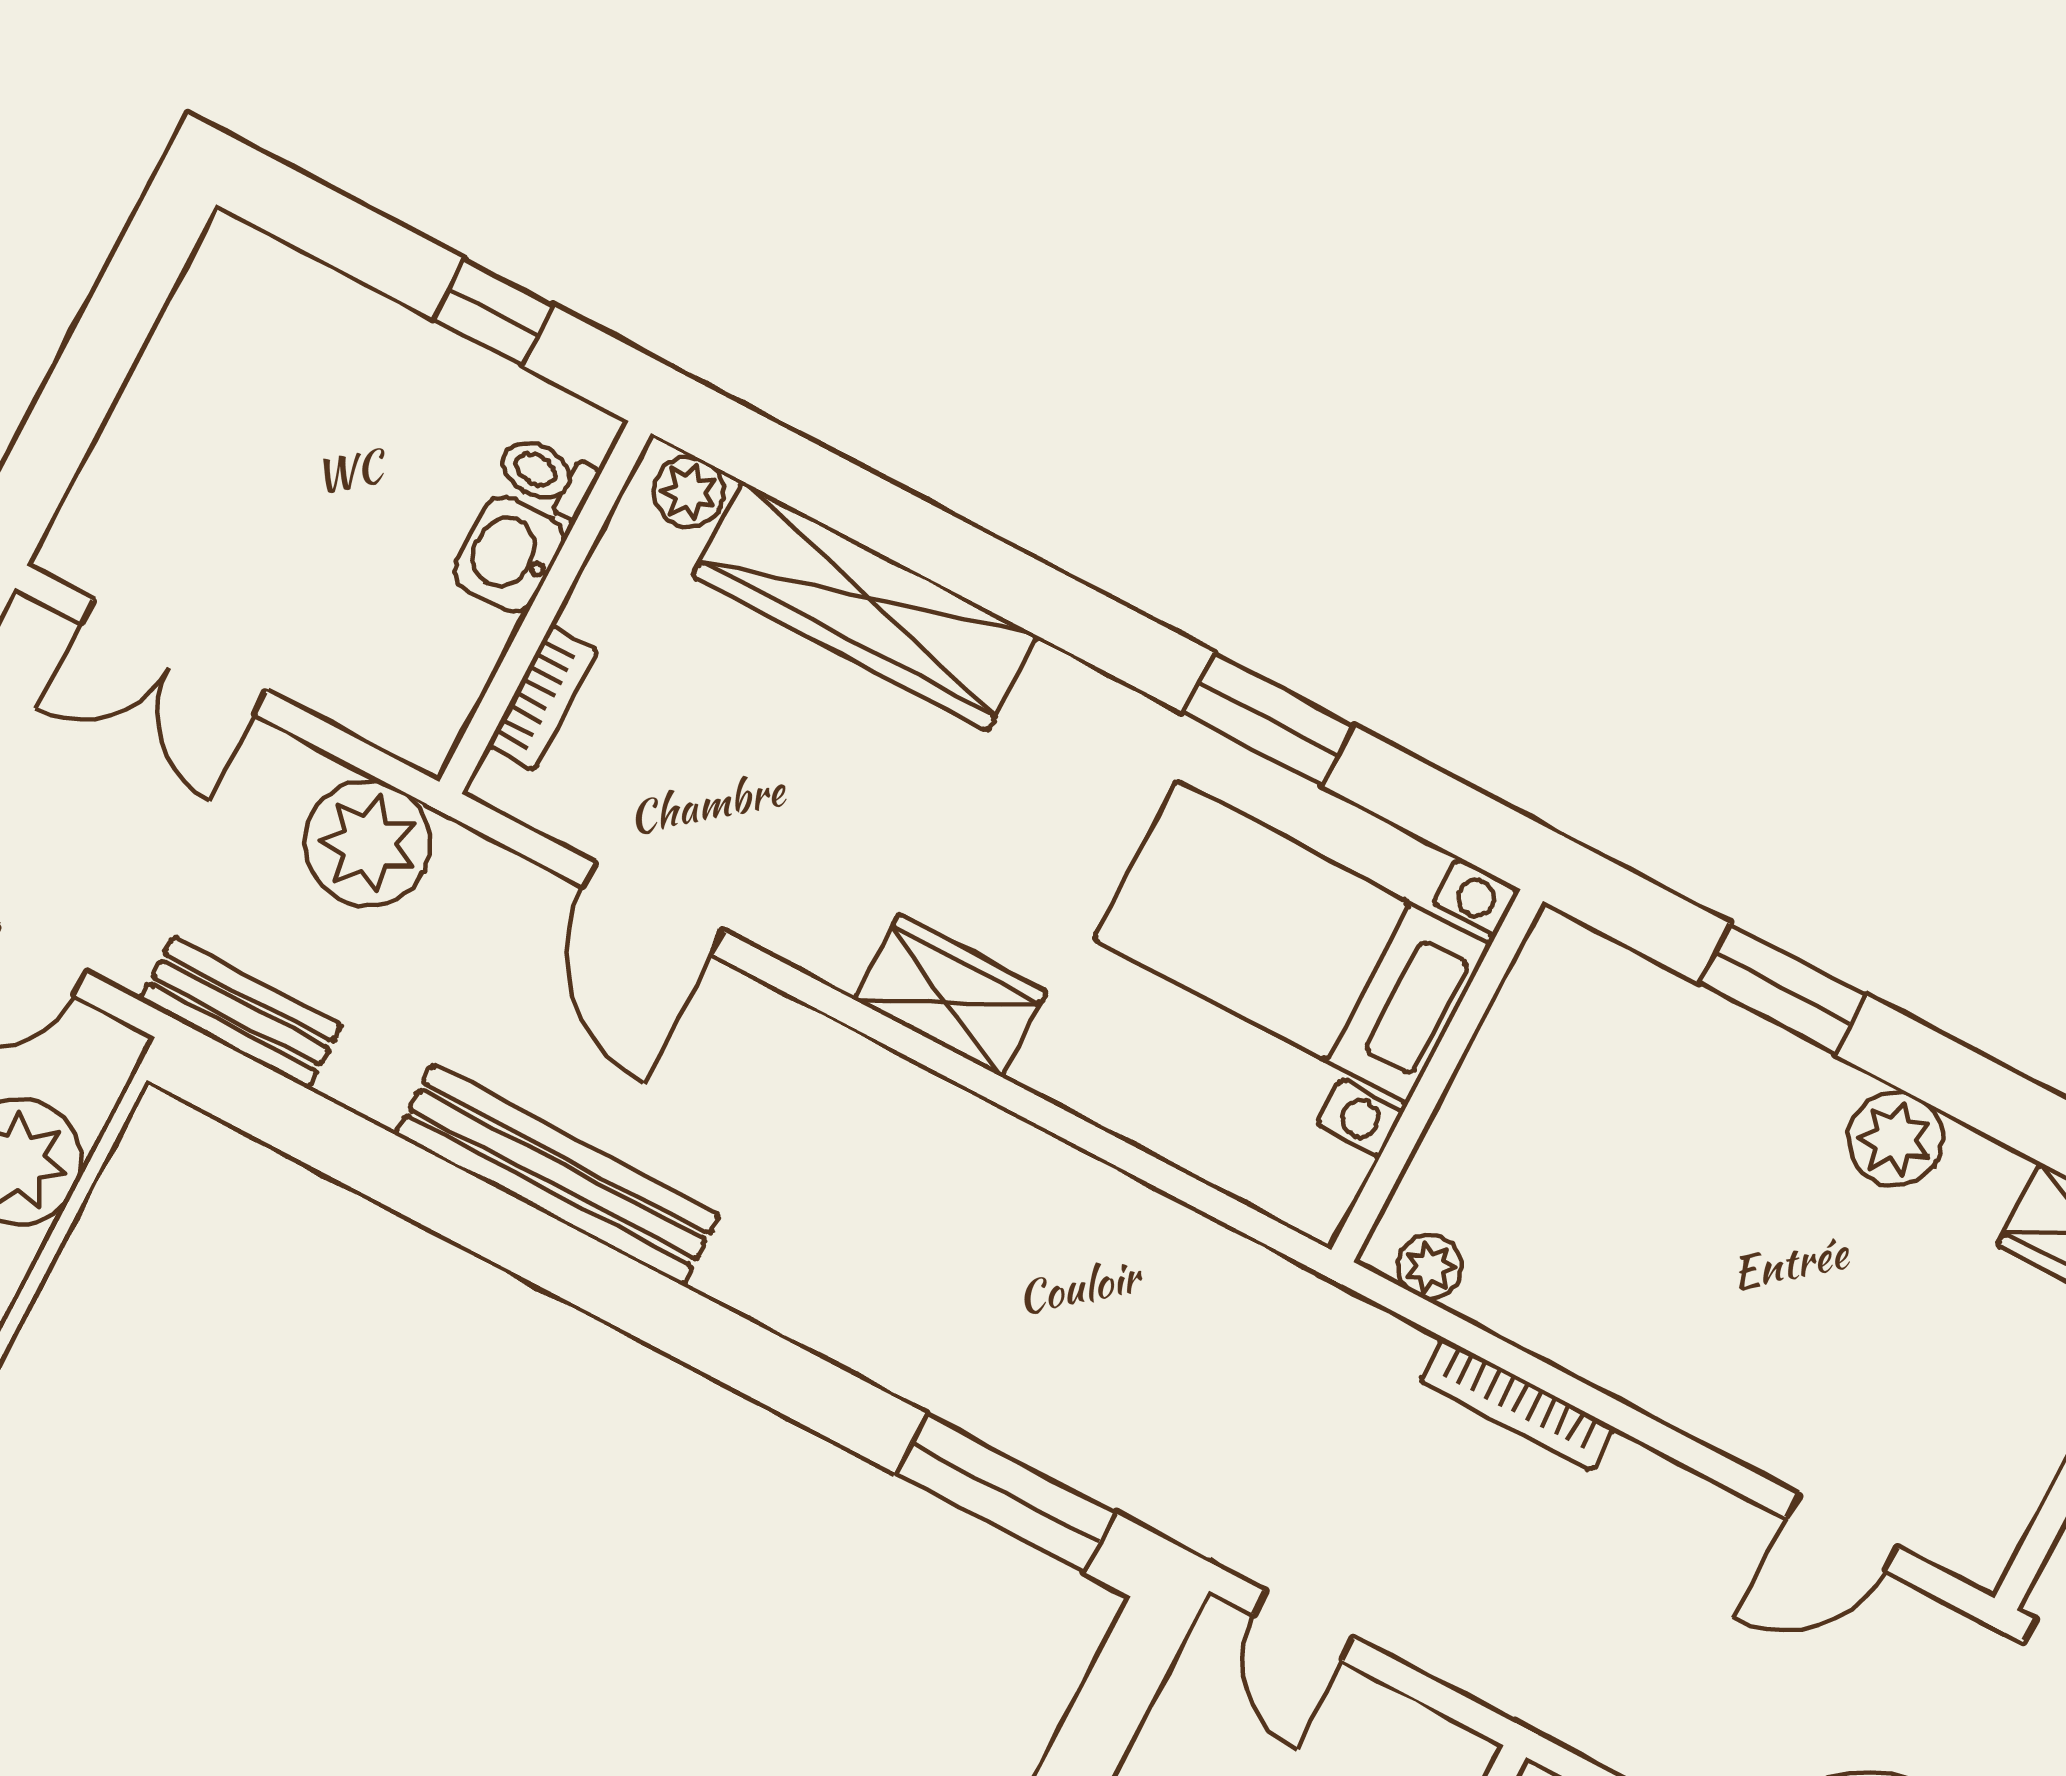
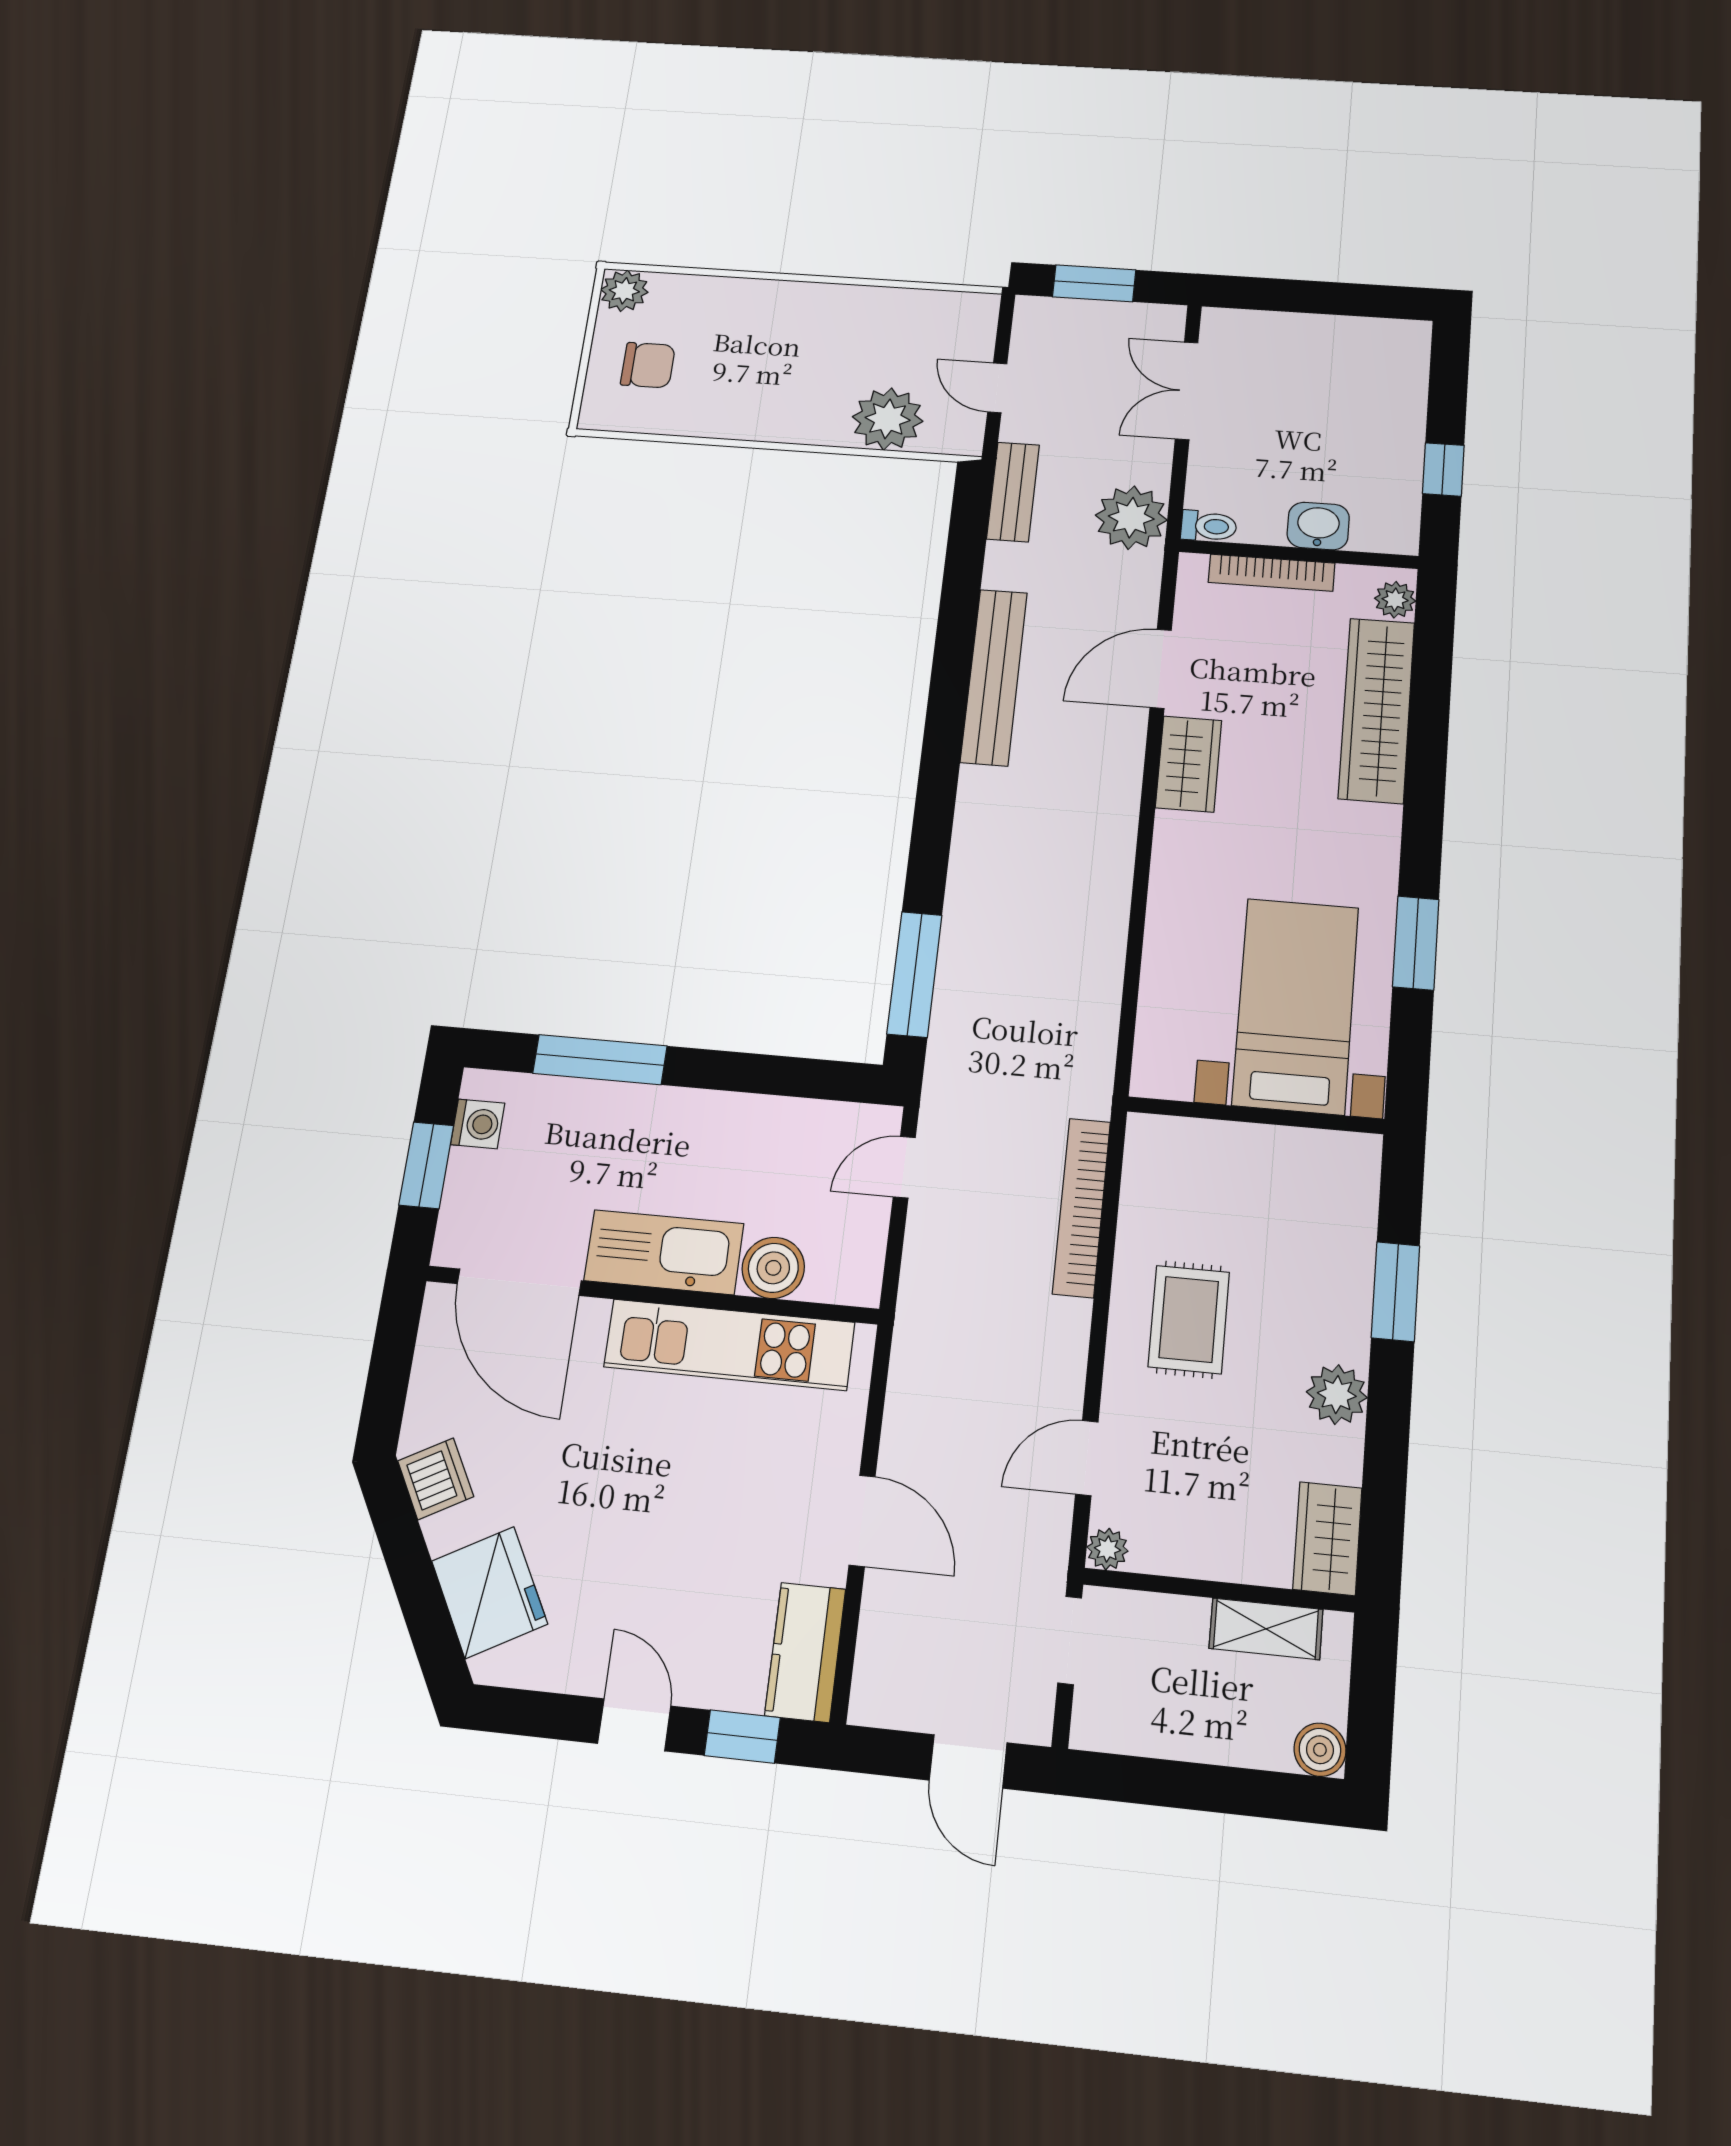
toilet: (547, 476) -> (1209, 526), moved, turned 90
bookcase: (542, 698) -> (1272, 573), width x1.56
wardrobe: (950, 995) -> (1189, 764), moved
plant: (1430, 1266) -> (1107, 1549), moved
rug: (1702, 1303) -> (1189, 1319), added
bookcase: (1517, 1404) -> (1082, 1207), width x1.48, depth x1.31
door: (1842, 1532) -> (1087, 1458), hinge flipped

